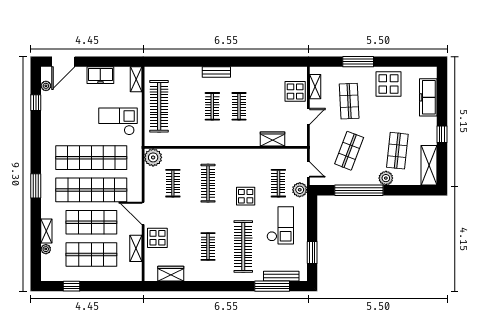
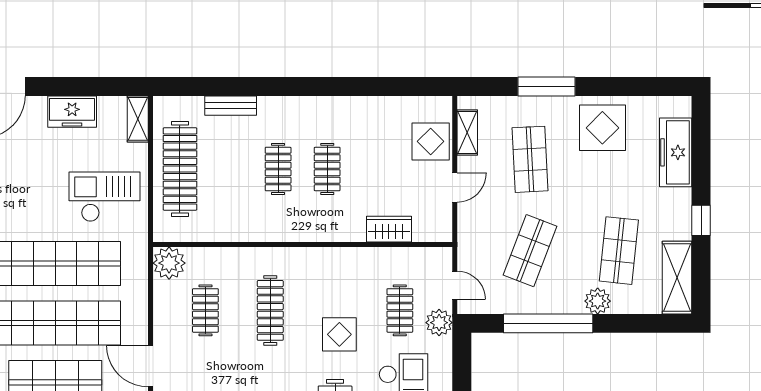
bench: (216, 72) -> (231, 106), moved

